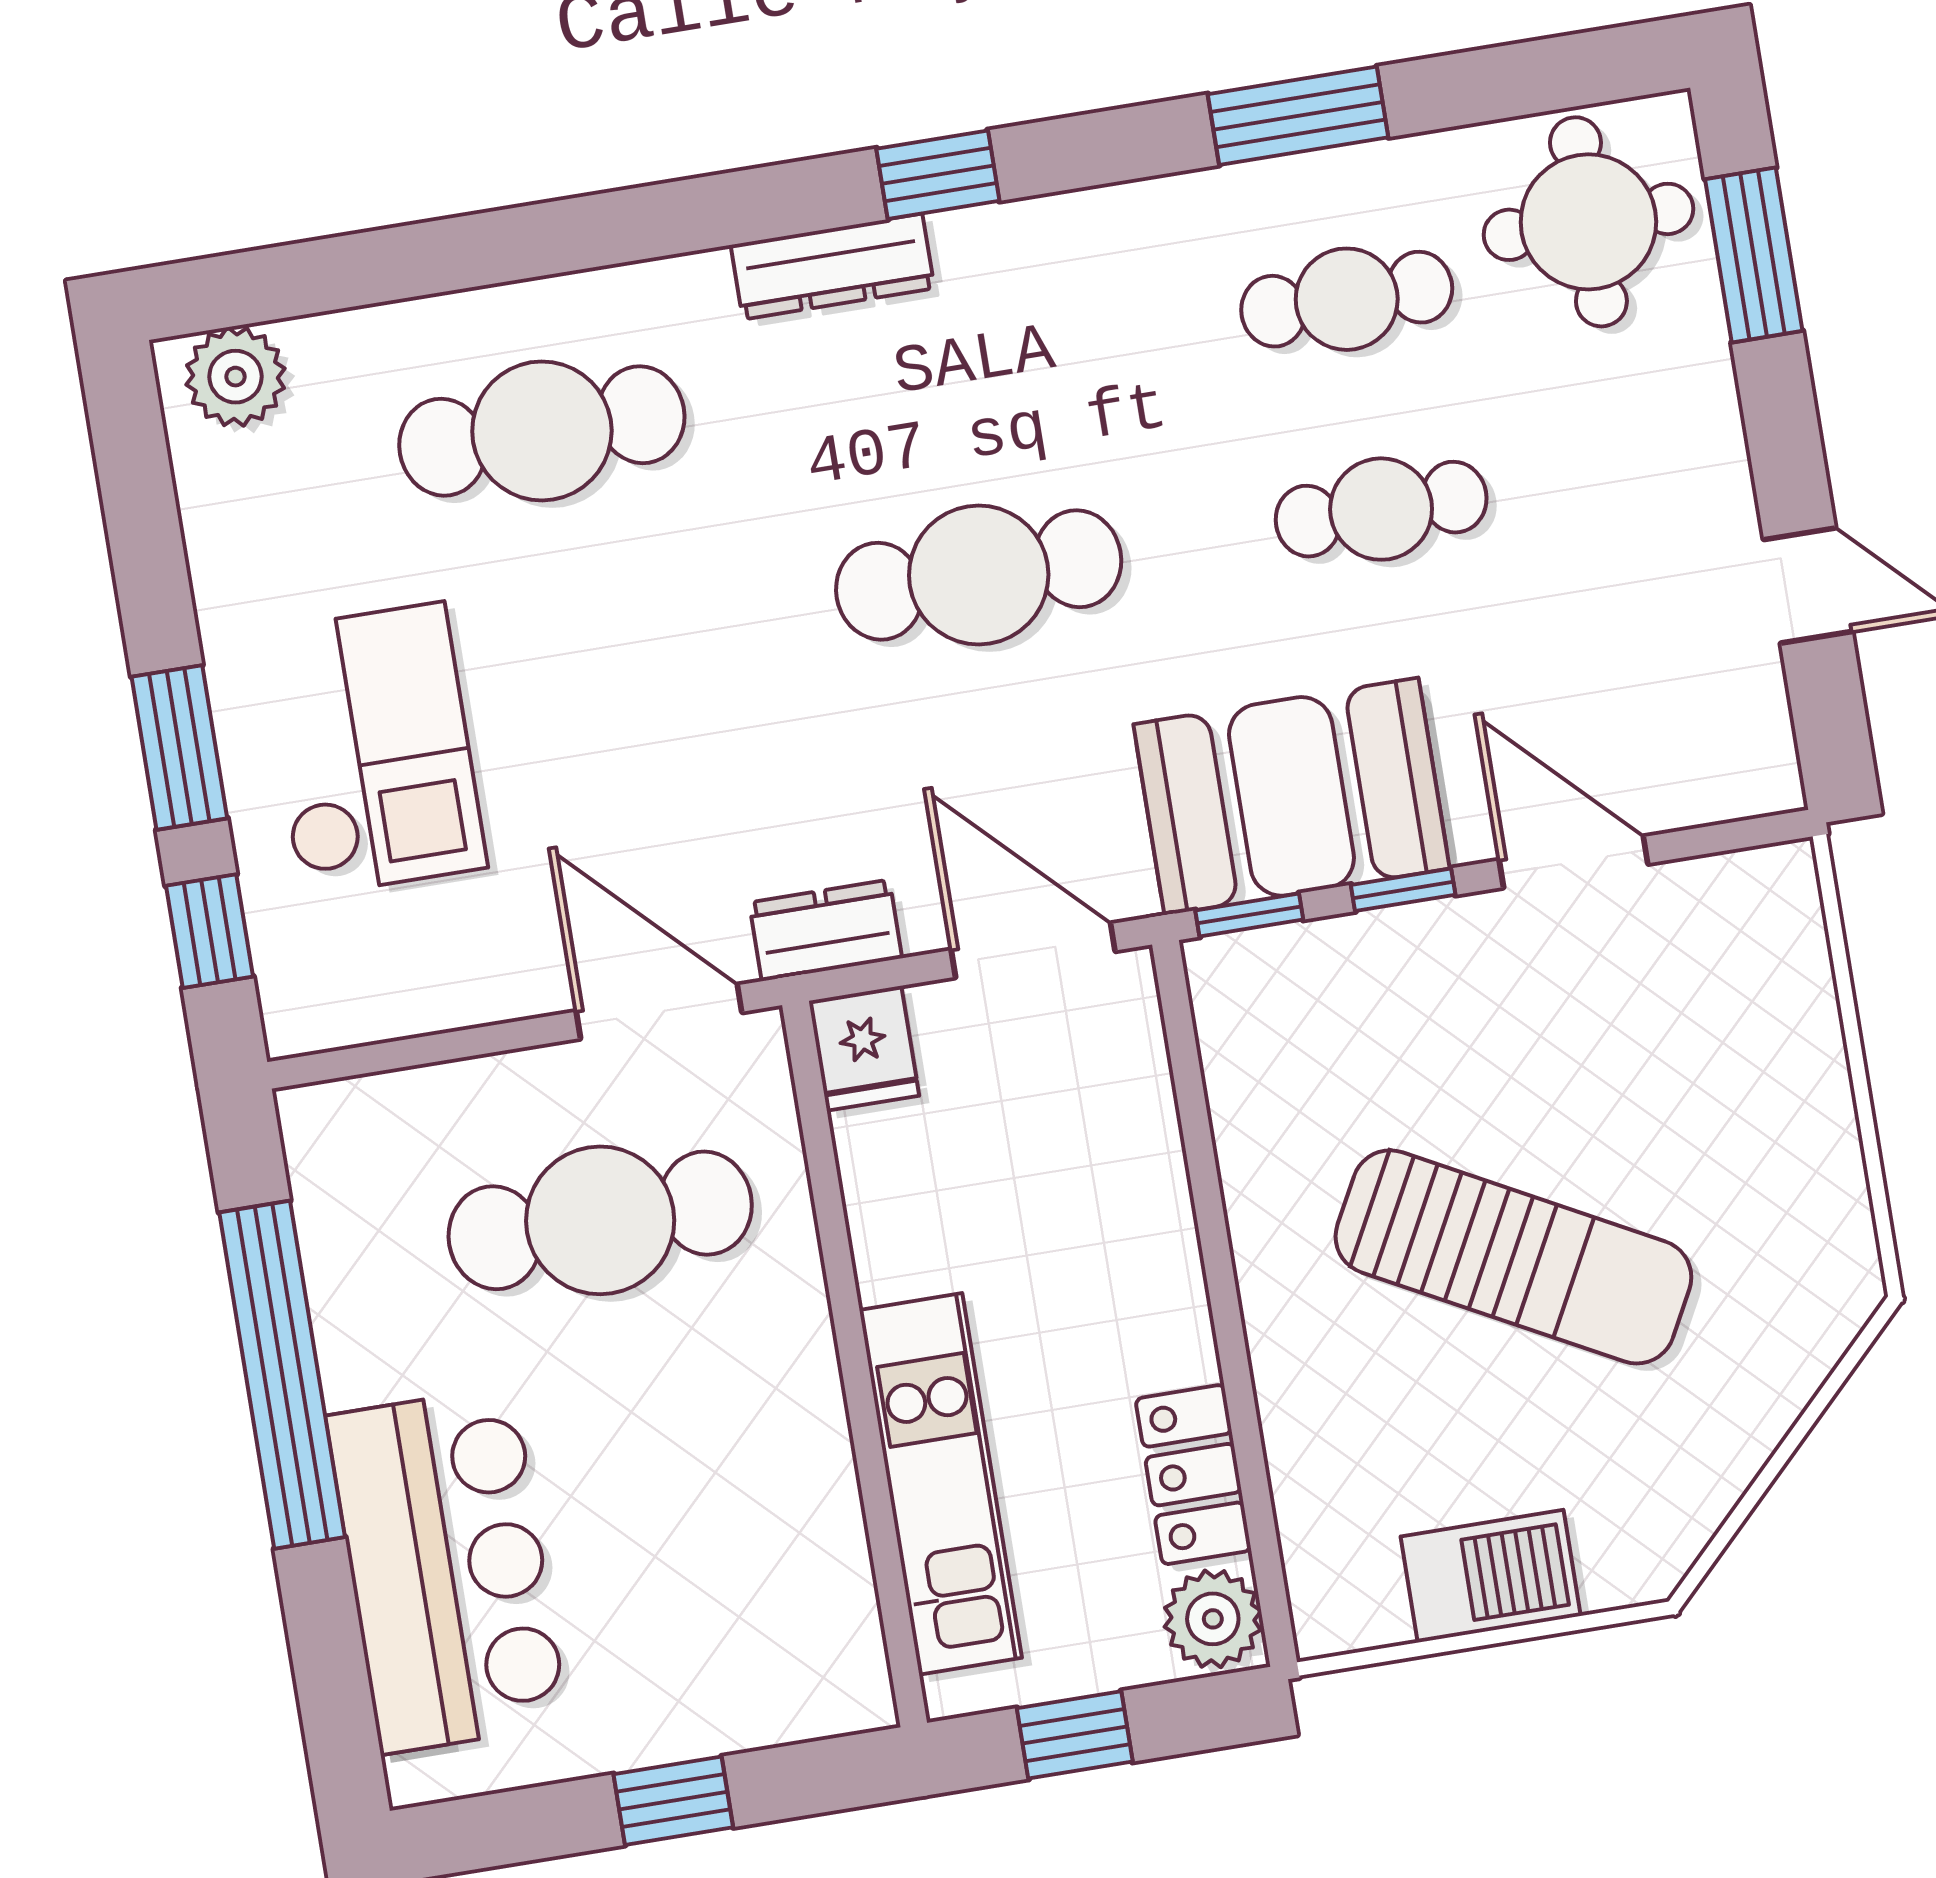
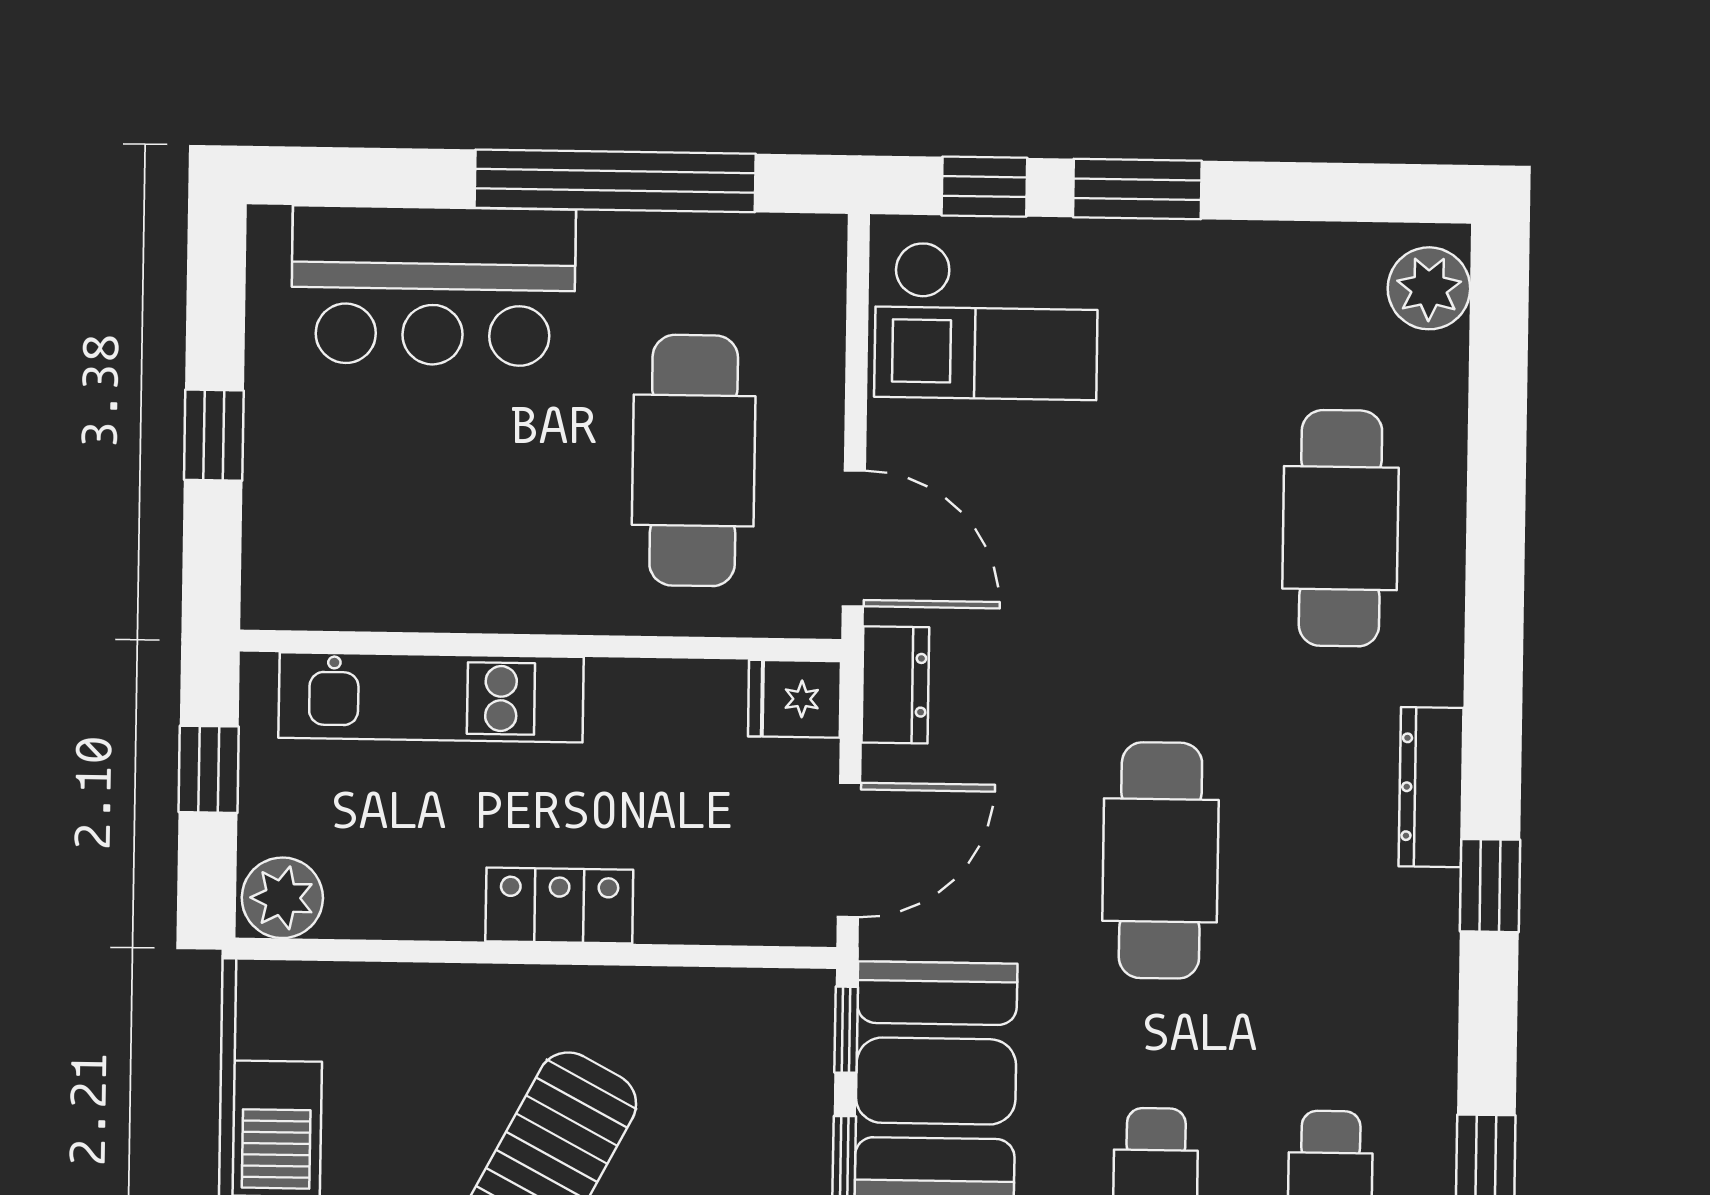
checkout: (373, 750) -> (986, 321), moved
door: (659, 1012) -> (854, 538), hinge flipped
locker: (1193, 1475) -> (559, 906), moved

